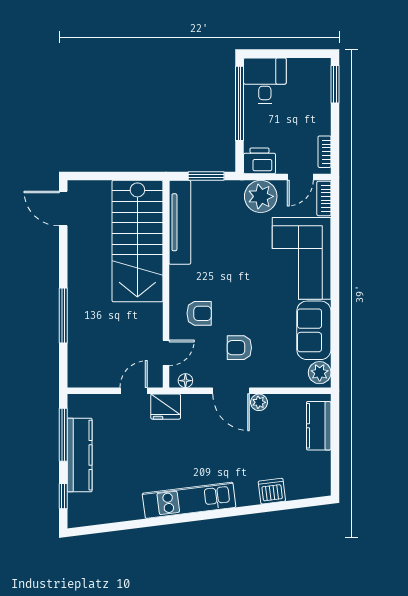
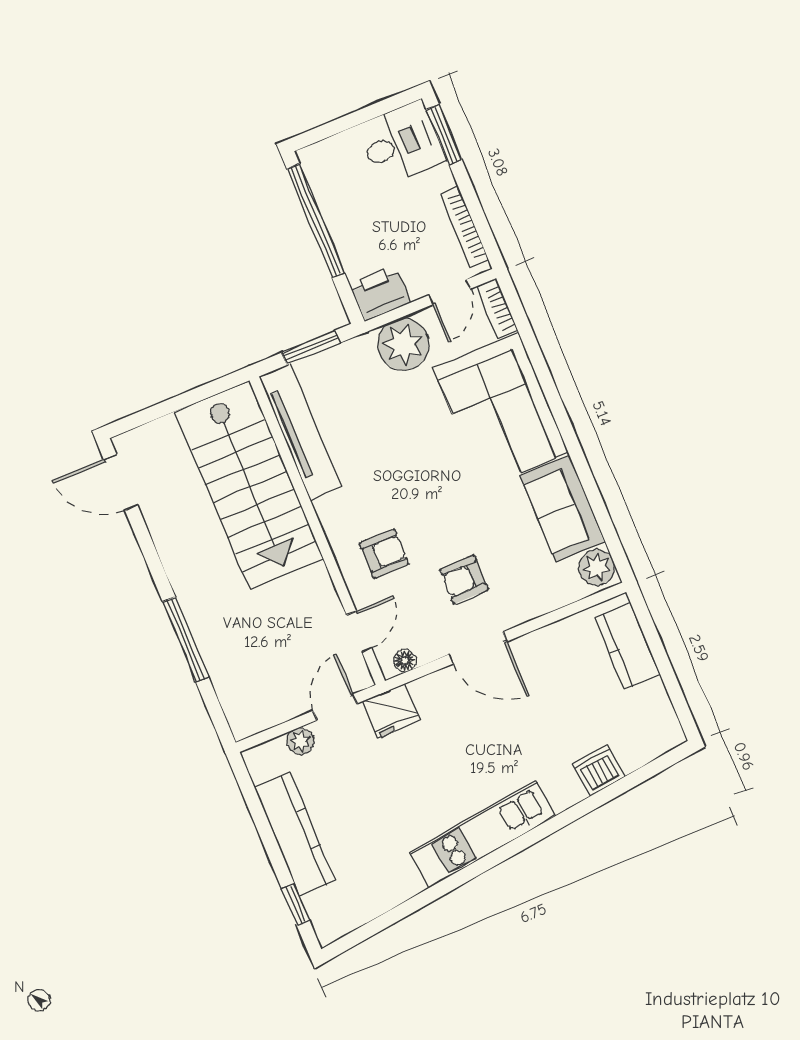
desk: (265, 81) -> (401, 143), moved, turned 90
bookcase: (324, 152) -> (464, 227), width x1.56
plant: (259, 402) -> (300, 741), moved
window: (63, 435) -> (258, 814), removed

